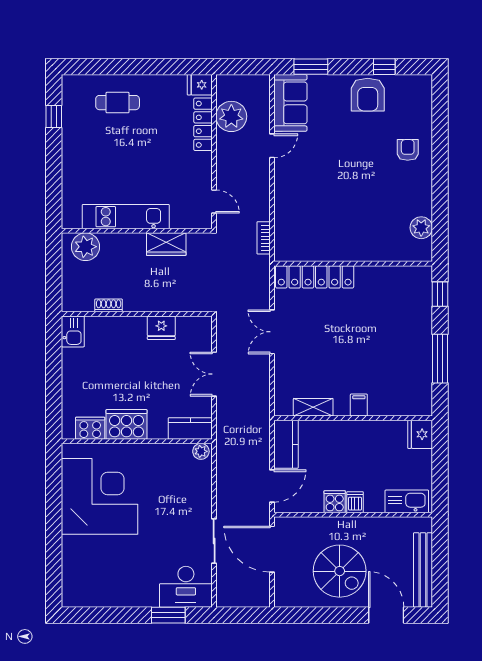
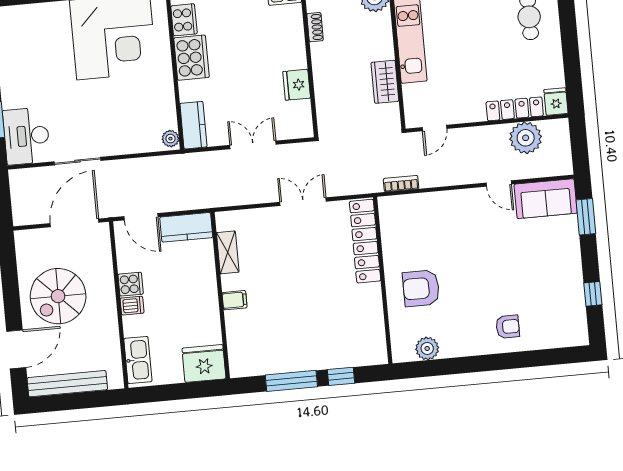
armchair: (368, 95) -> (421, 288), moved
window: (440, 294) -> (341, 376), moved
fridge: (420, 434) -> (204, 363), width x1.36, depth x1.34

